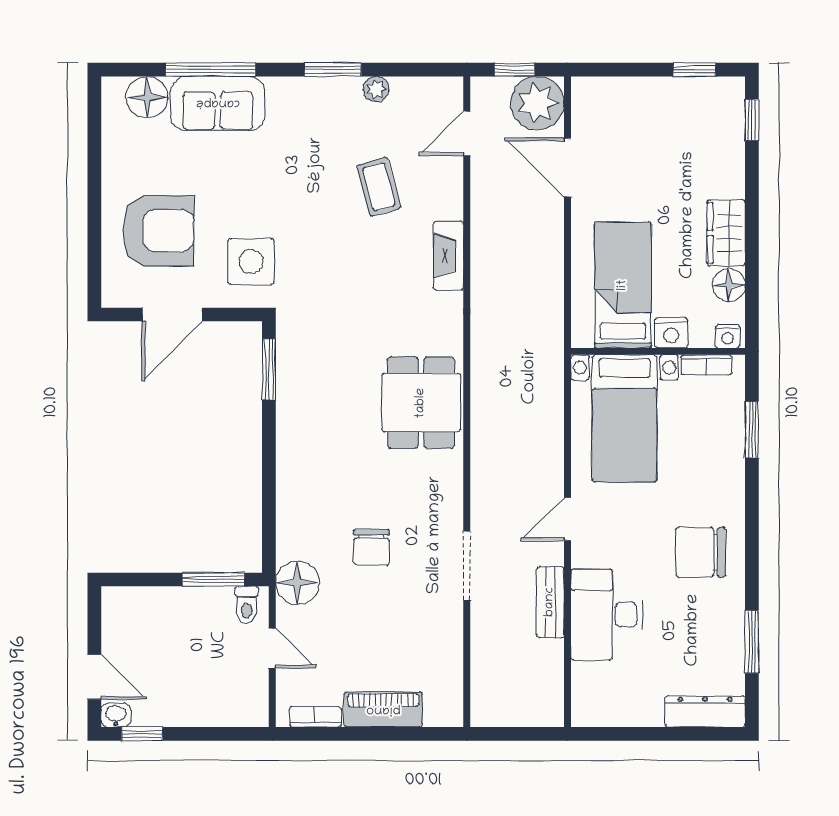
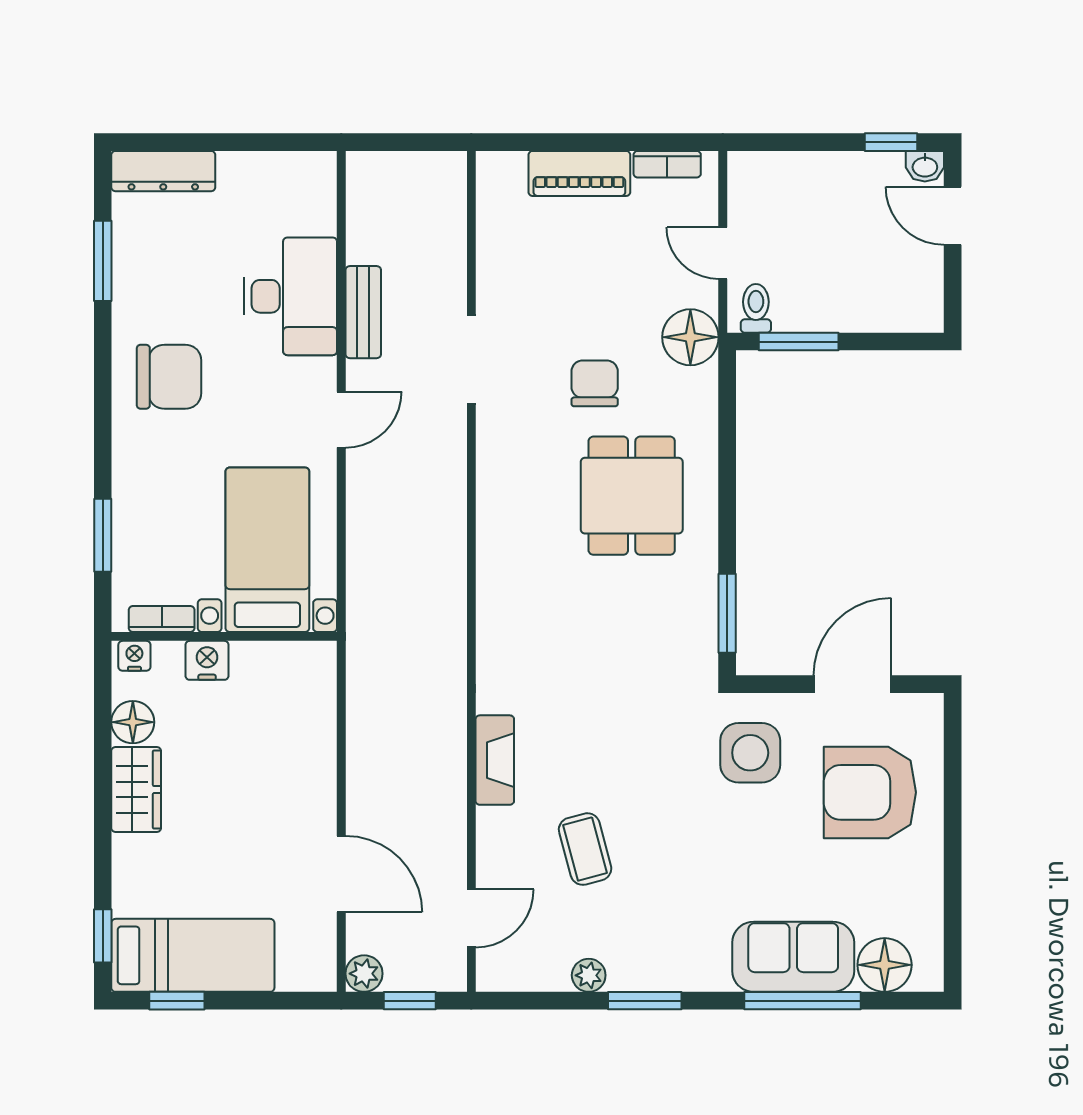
plant: (537, 103) -> (364, 974), width x0.53, depth x0.53
bed: (623, 285) -> (193, 955), moved, turned -90
dining table: (421, 403) -> (632, 496), moved

